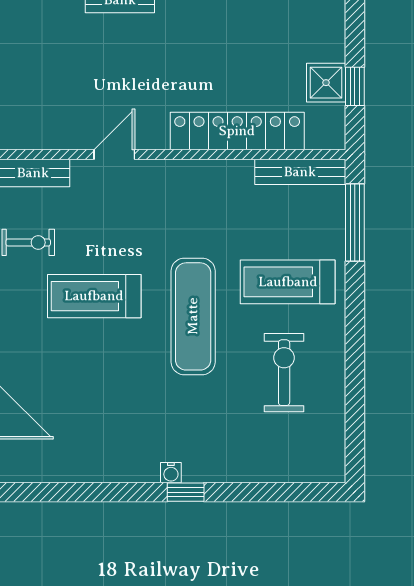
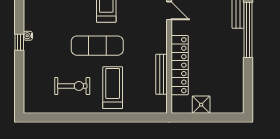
window: (355, 86) -> (199, 117), removed
bench: (300, 172) -> (161, 74), moved
window: (355, 222) -> (139, 117), removed

